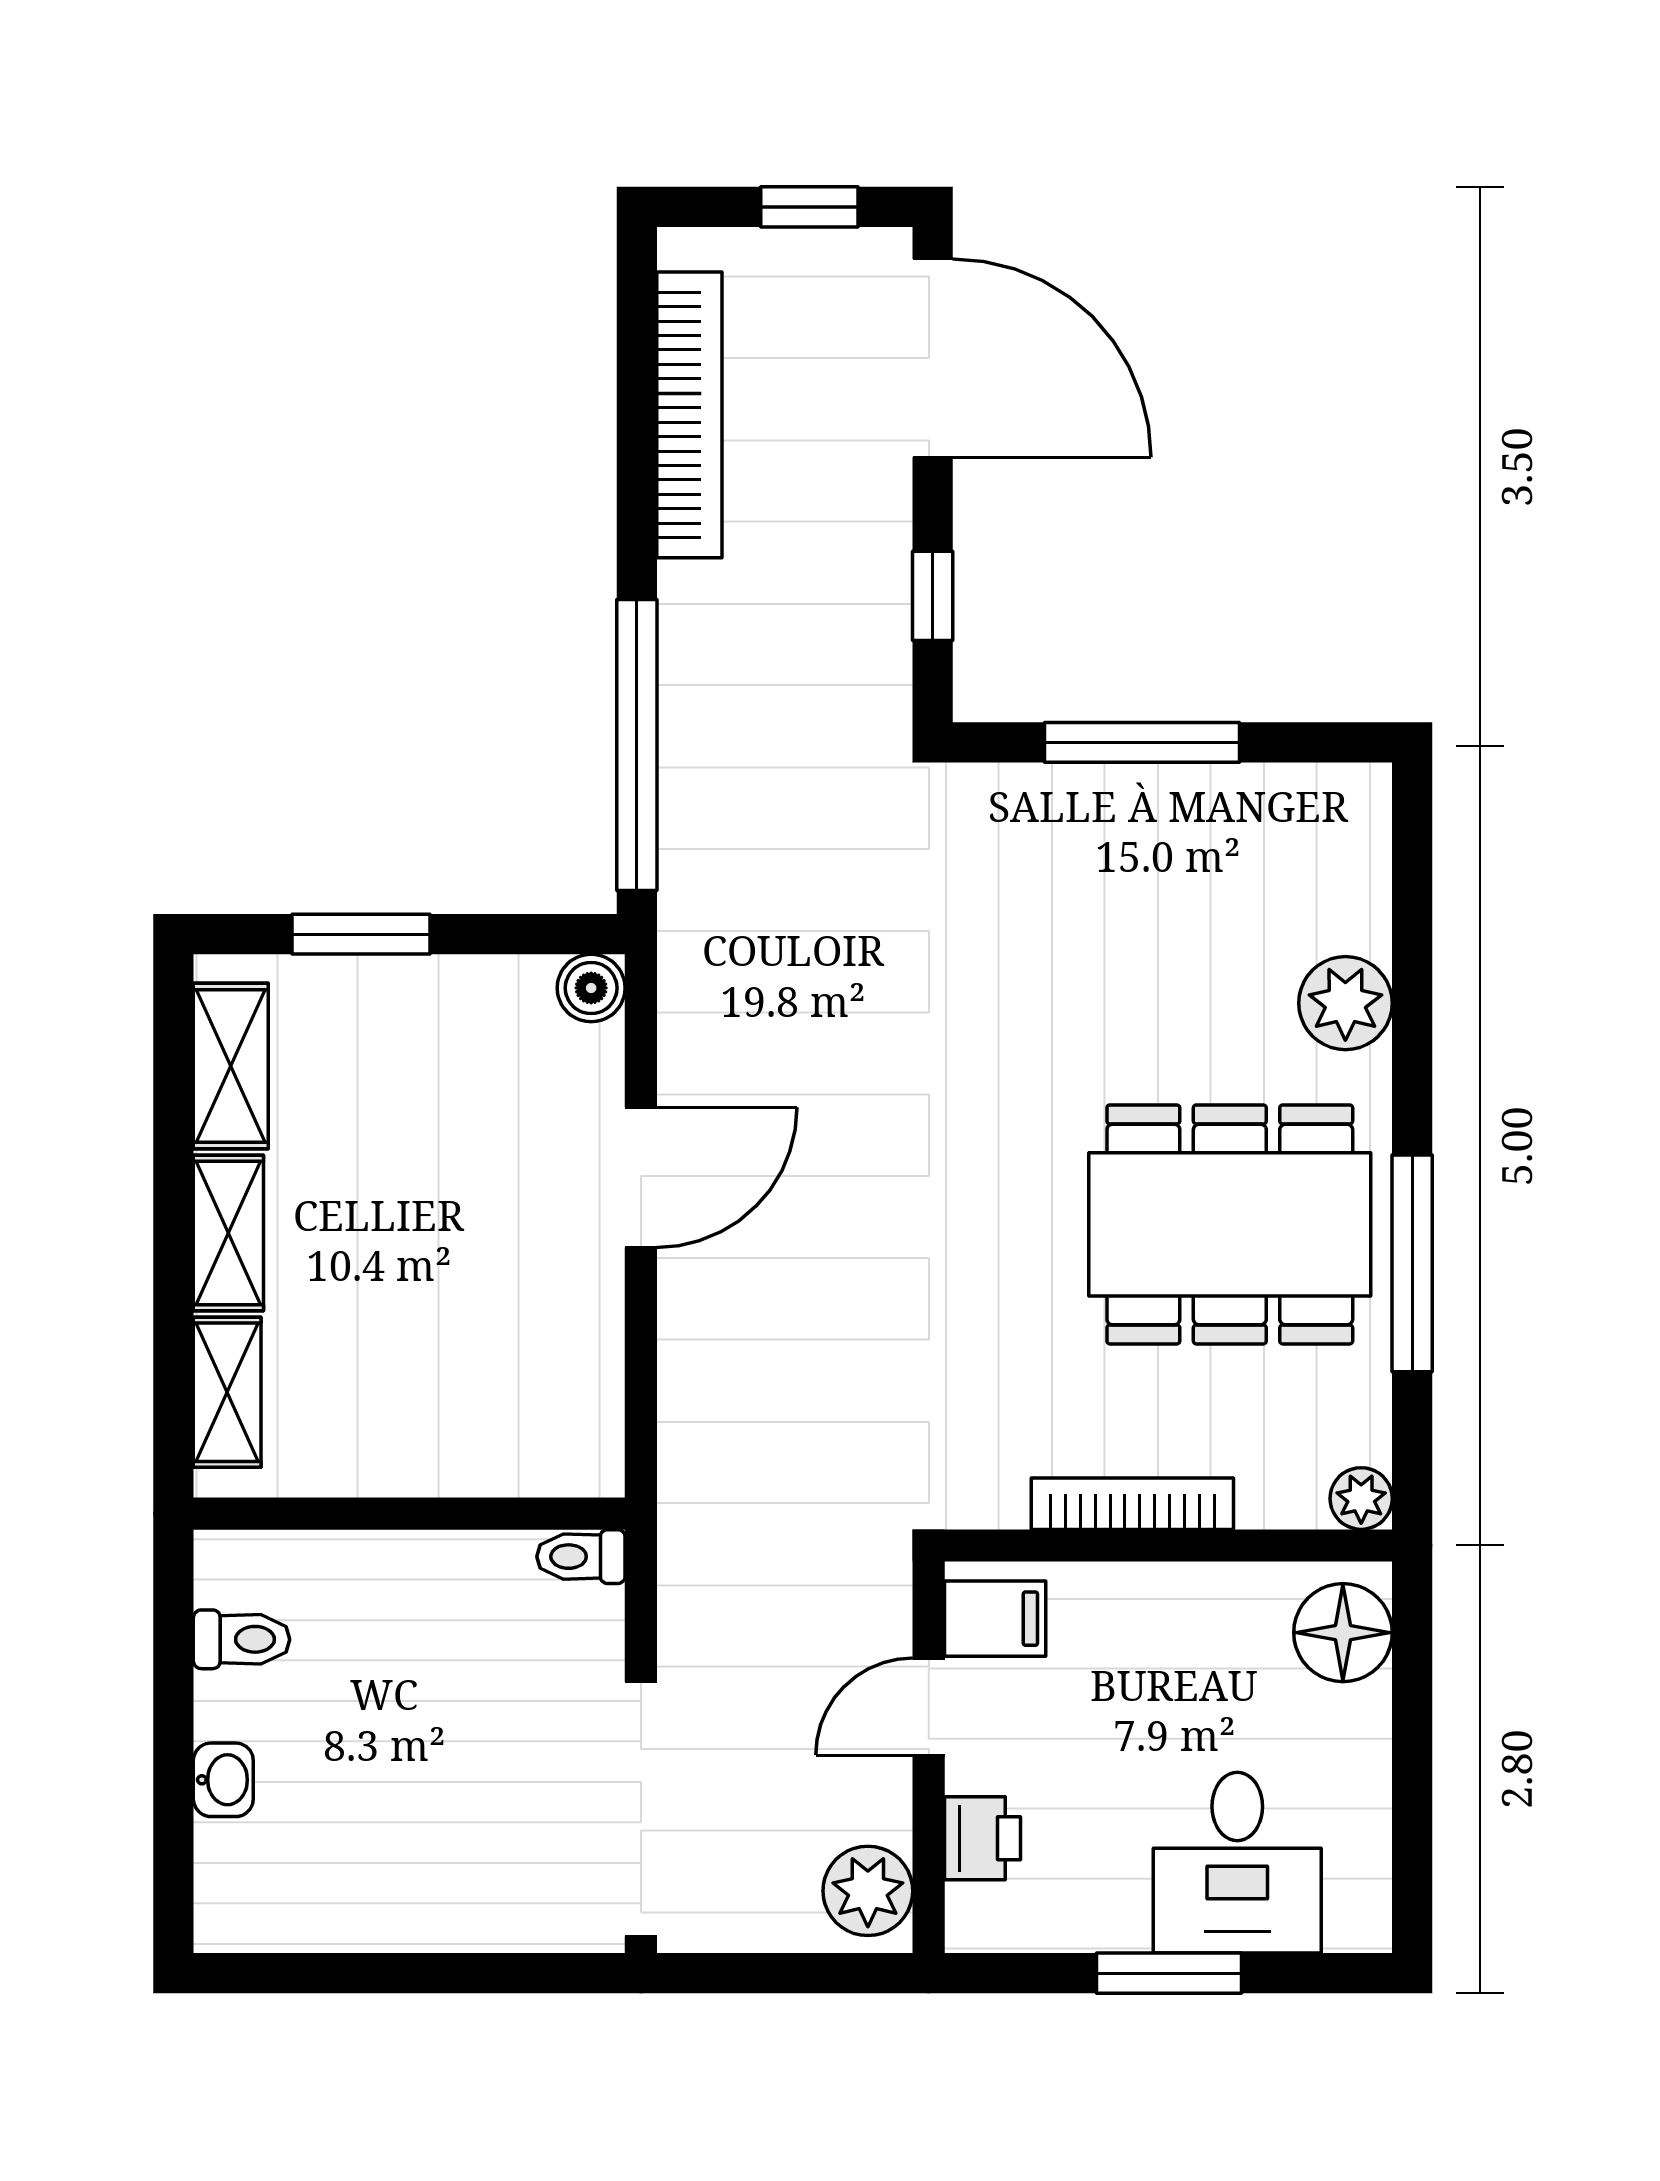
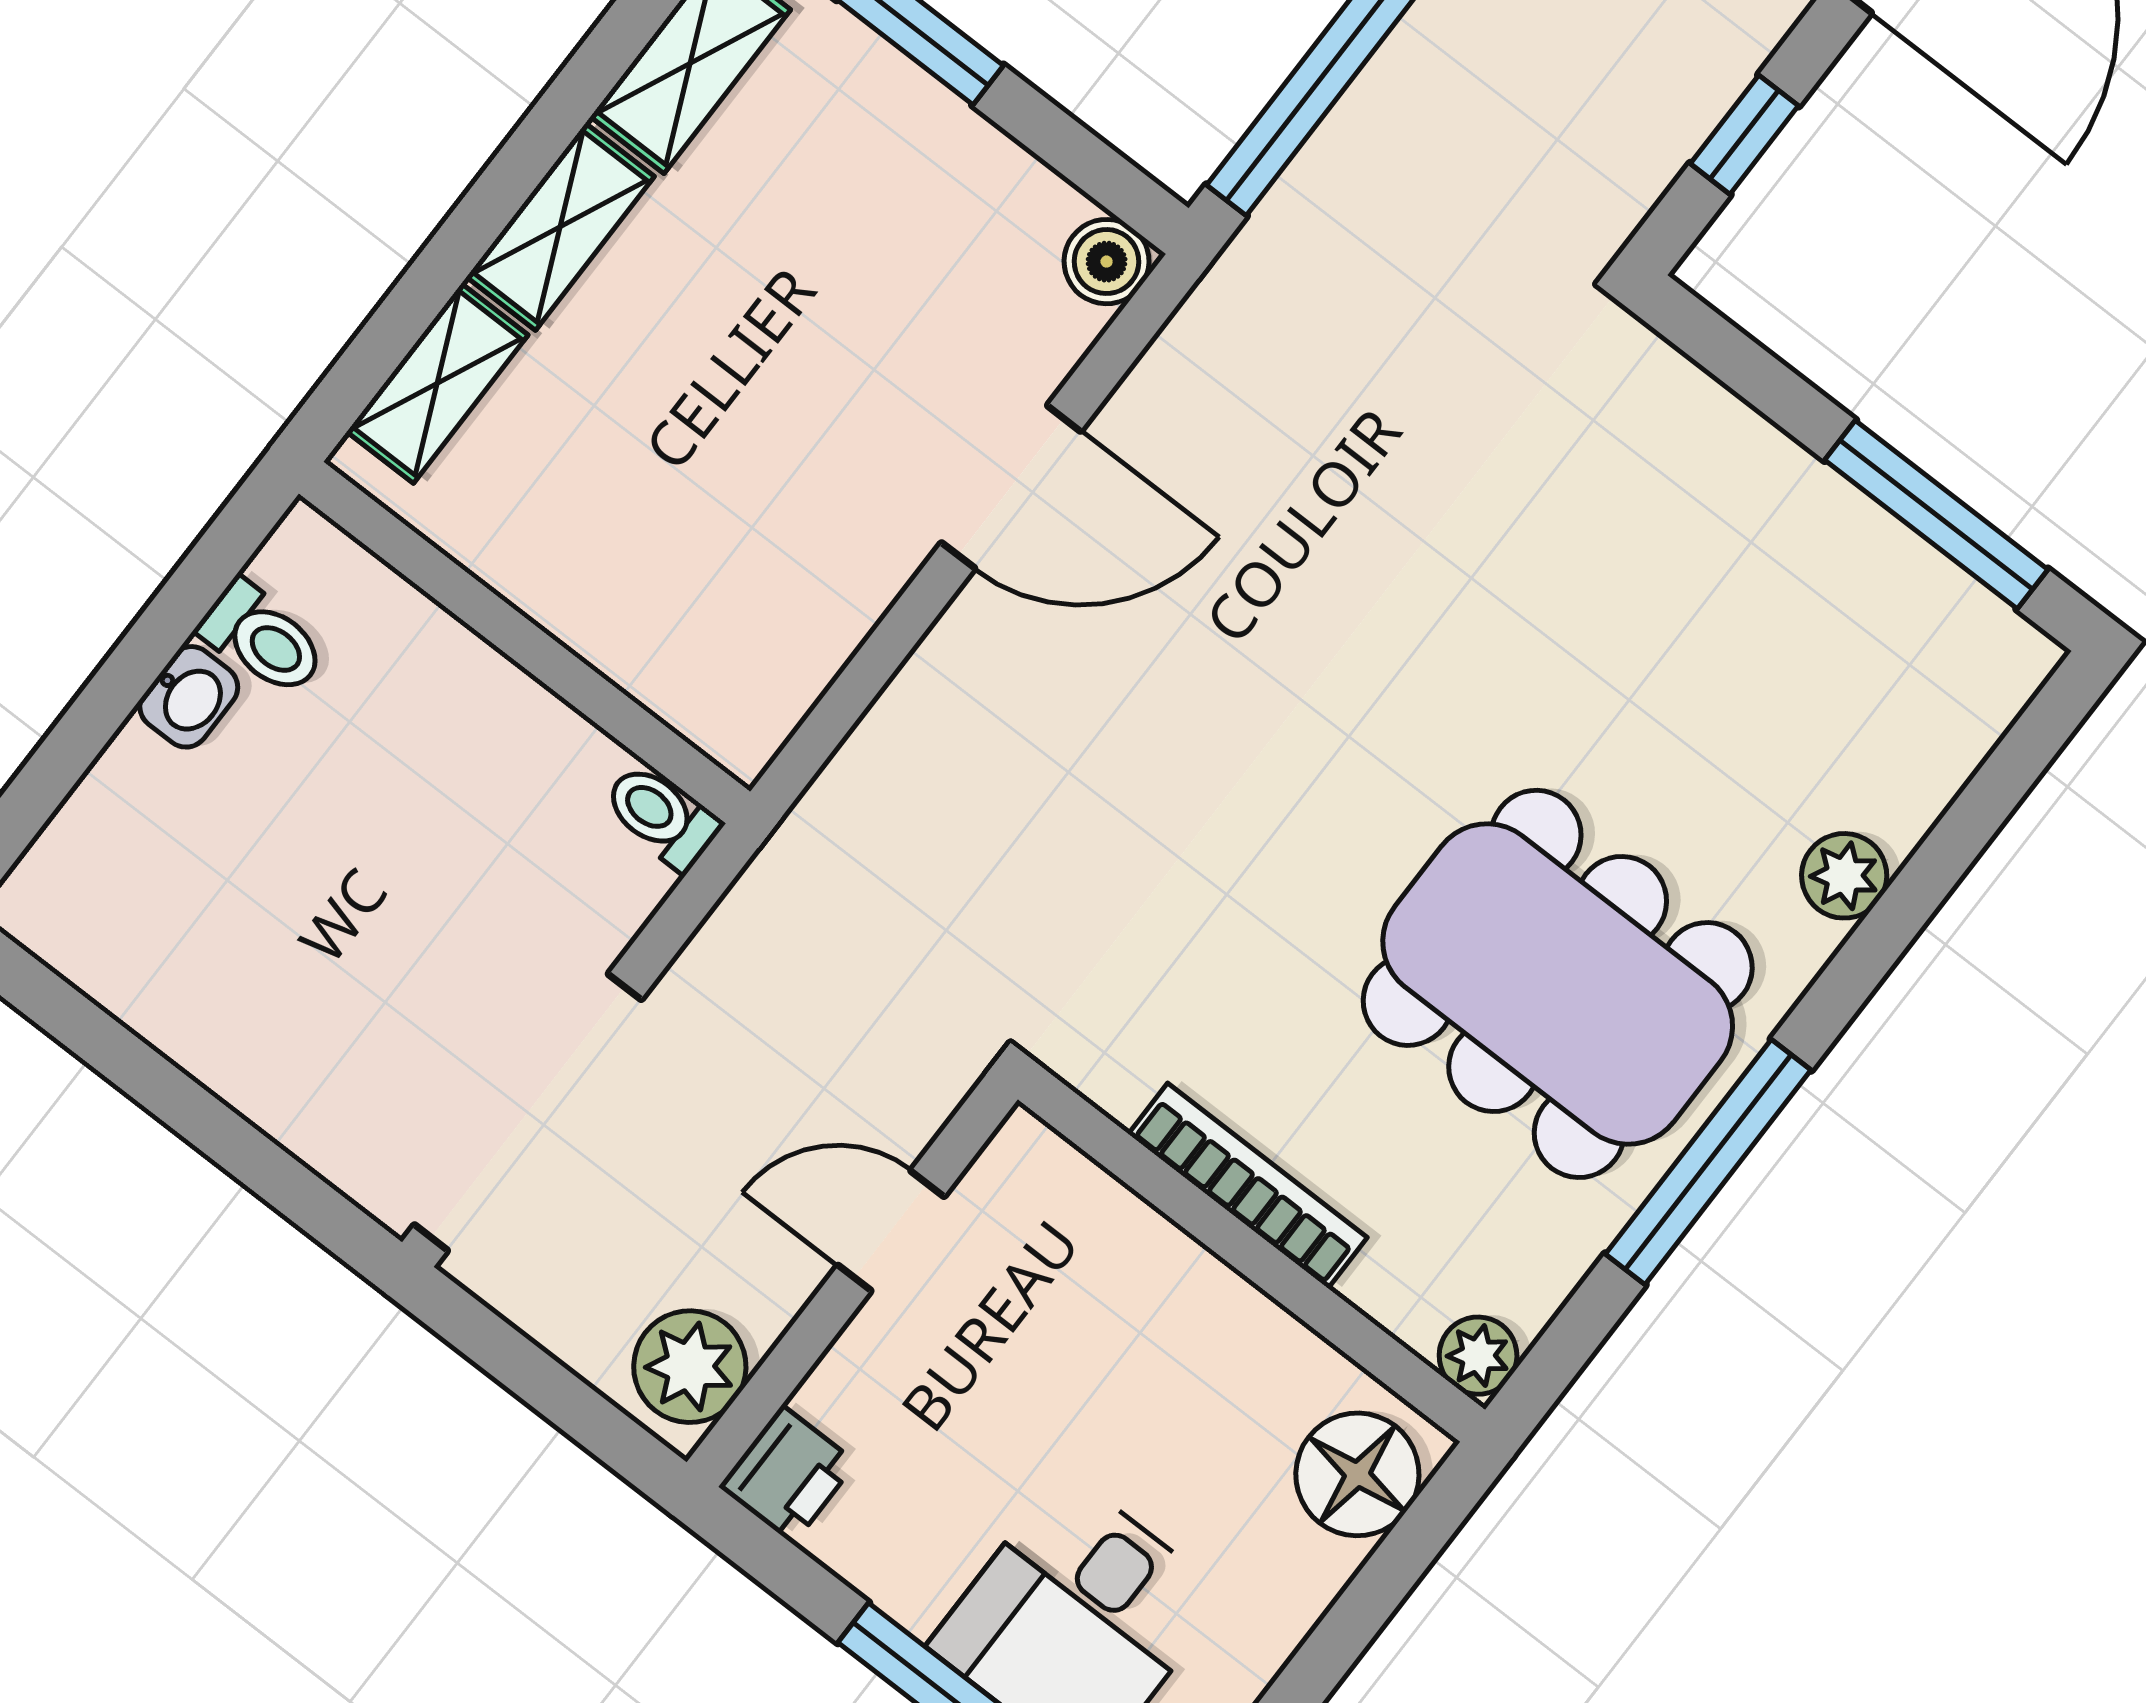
window: (1142, 742) -> (1936, 515), moved
plant: (1345, 1003) -> (1844, 876), width x0.73, depth x0.73
filing cabinet: (995, 1619) -> (1024, 1195), removed
washbasin: (223, 1780) -> (189, 697), moved
printer: (982, 1838) -> (788, 1475), moved

